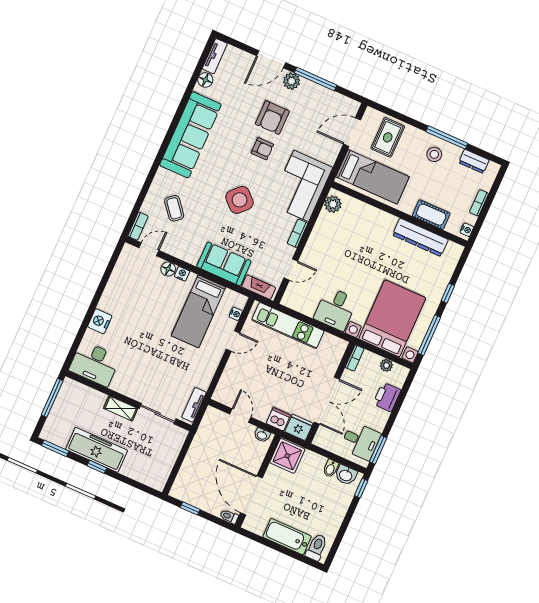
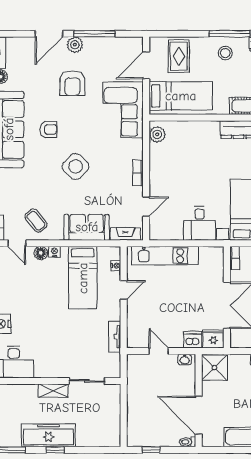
armchair: (262, 149) -> (48, 129), moved
corner sofa: (301, 186) -> (123, 110), moved
coffee table: (174, 208) -> (36, 221), moved
door: (149, 249) -> (17, 243), swing flipped
tv unit: (194, 405) -> (115, 337), moved

